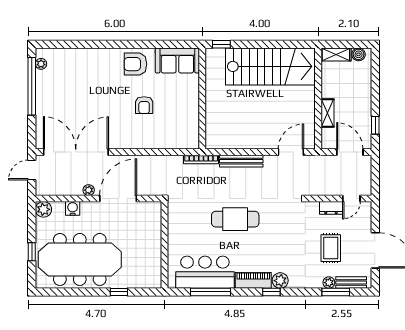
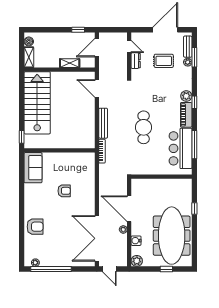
armchair: (135, 64) -> (35, 227), moved, turned -90

